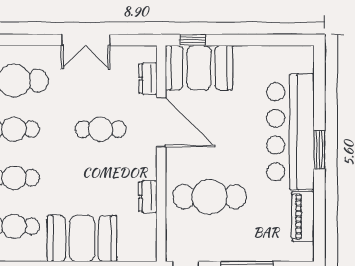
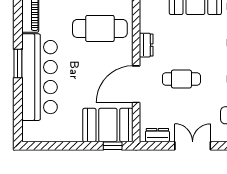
dresser: (148, 79) -> (157, 135), moved, turned -90
door: (161, 122) -> (136, 84), hinge flipped
dresser: (148, 197) -> (146, 45), moved

